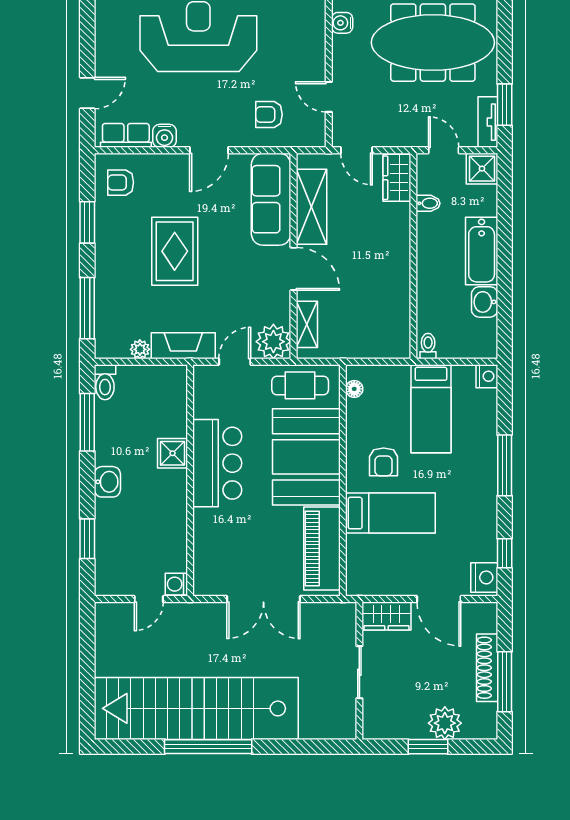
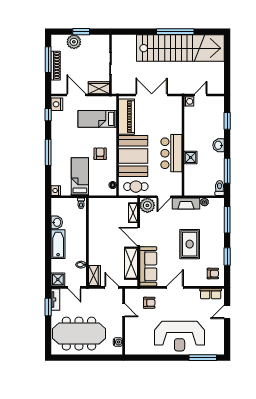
water cooler: (165, 136) -> (194, 294), removed
bed: (390, 513) -> (97, 119), moved

